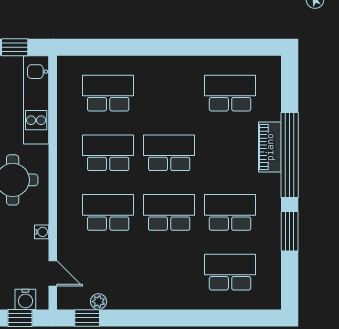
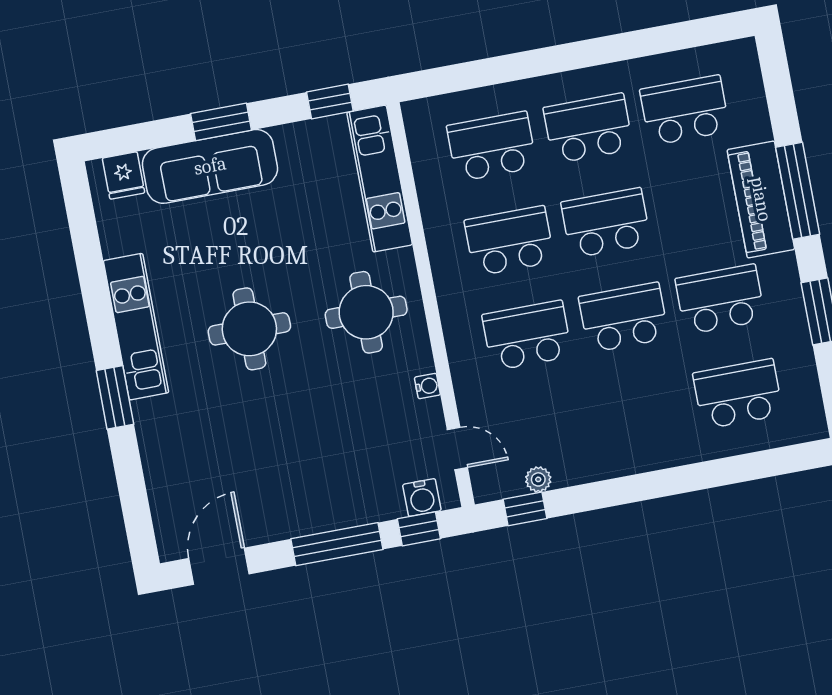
school desk: (169, 93) -> (588, 128), added
piano: (270, 147) -> (761, 199), width x1.37, depth x1.33
window: (290, 155) -> (798, 191), width x0.68

